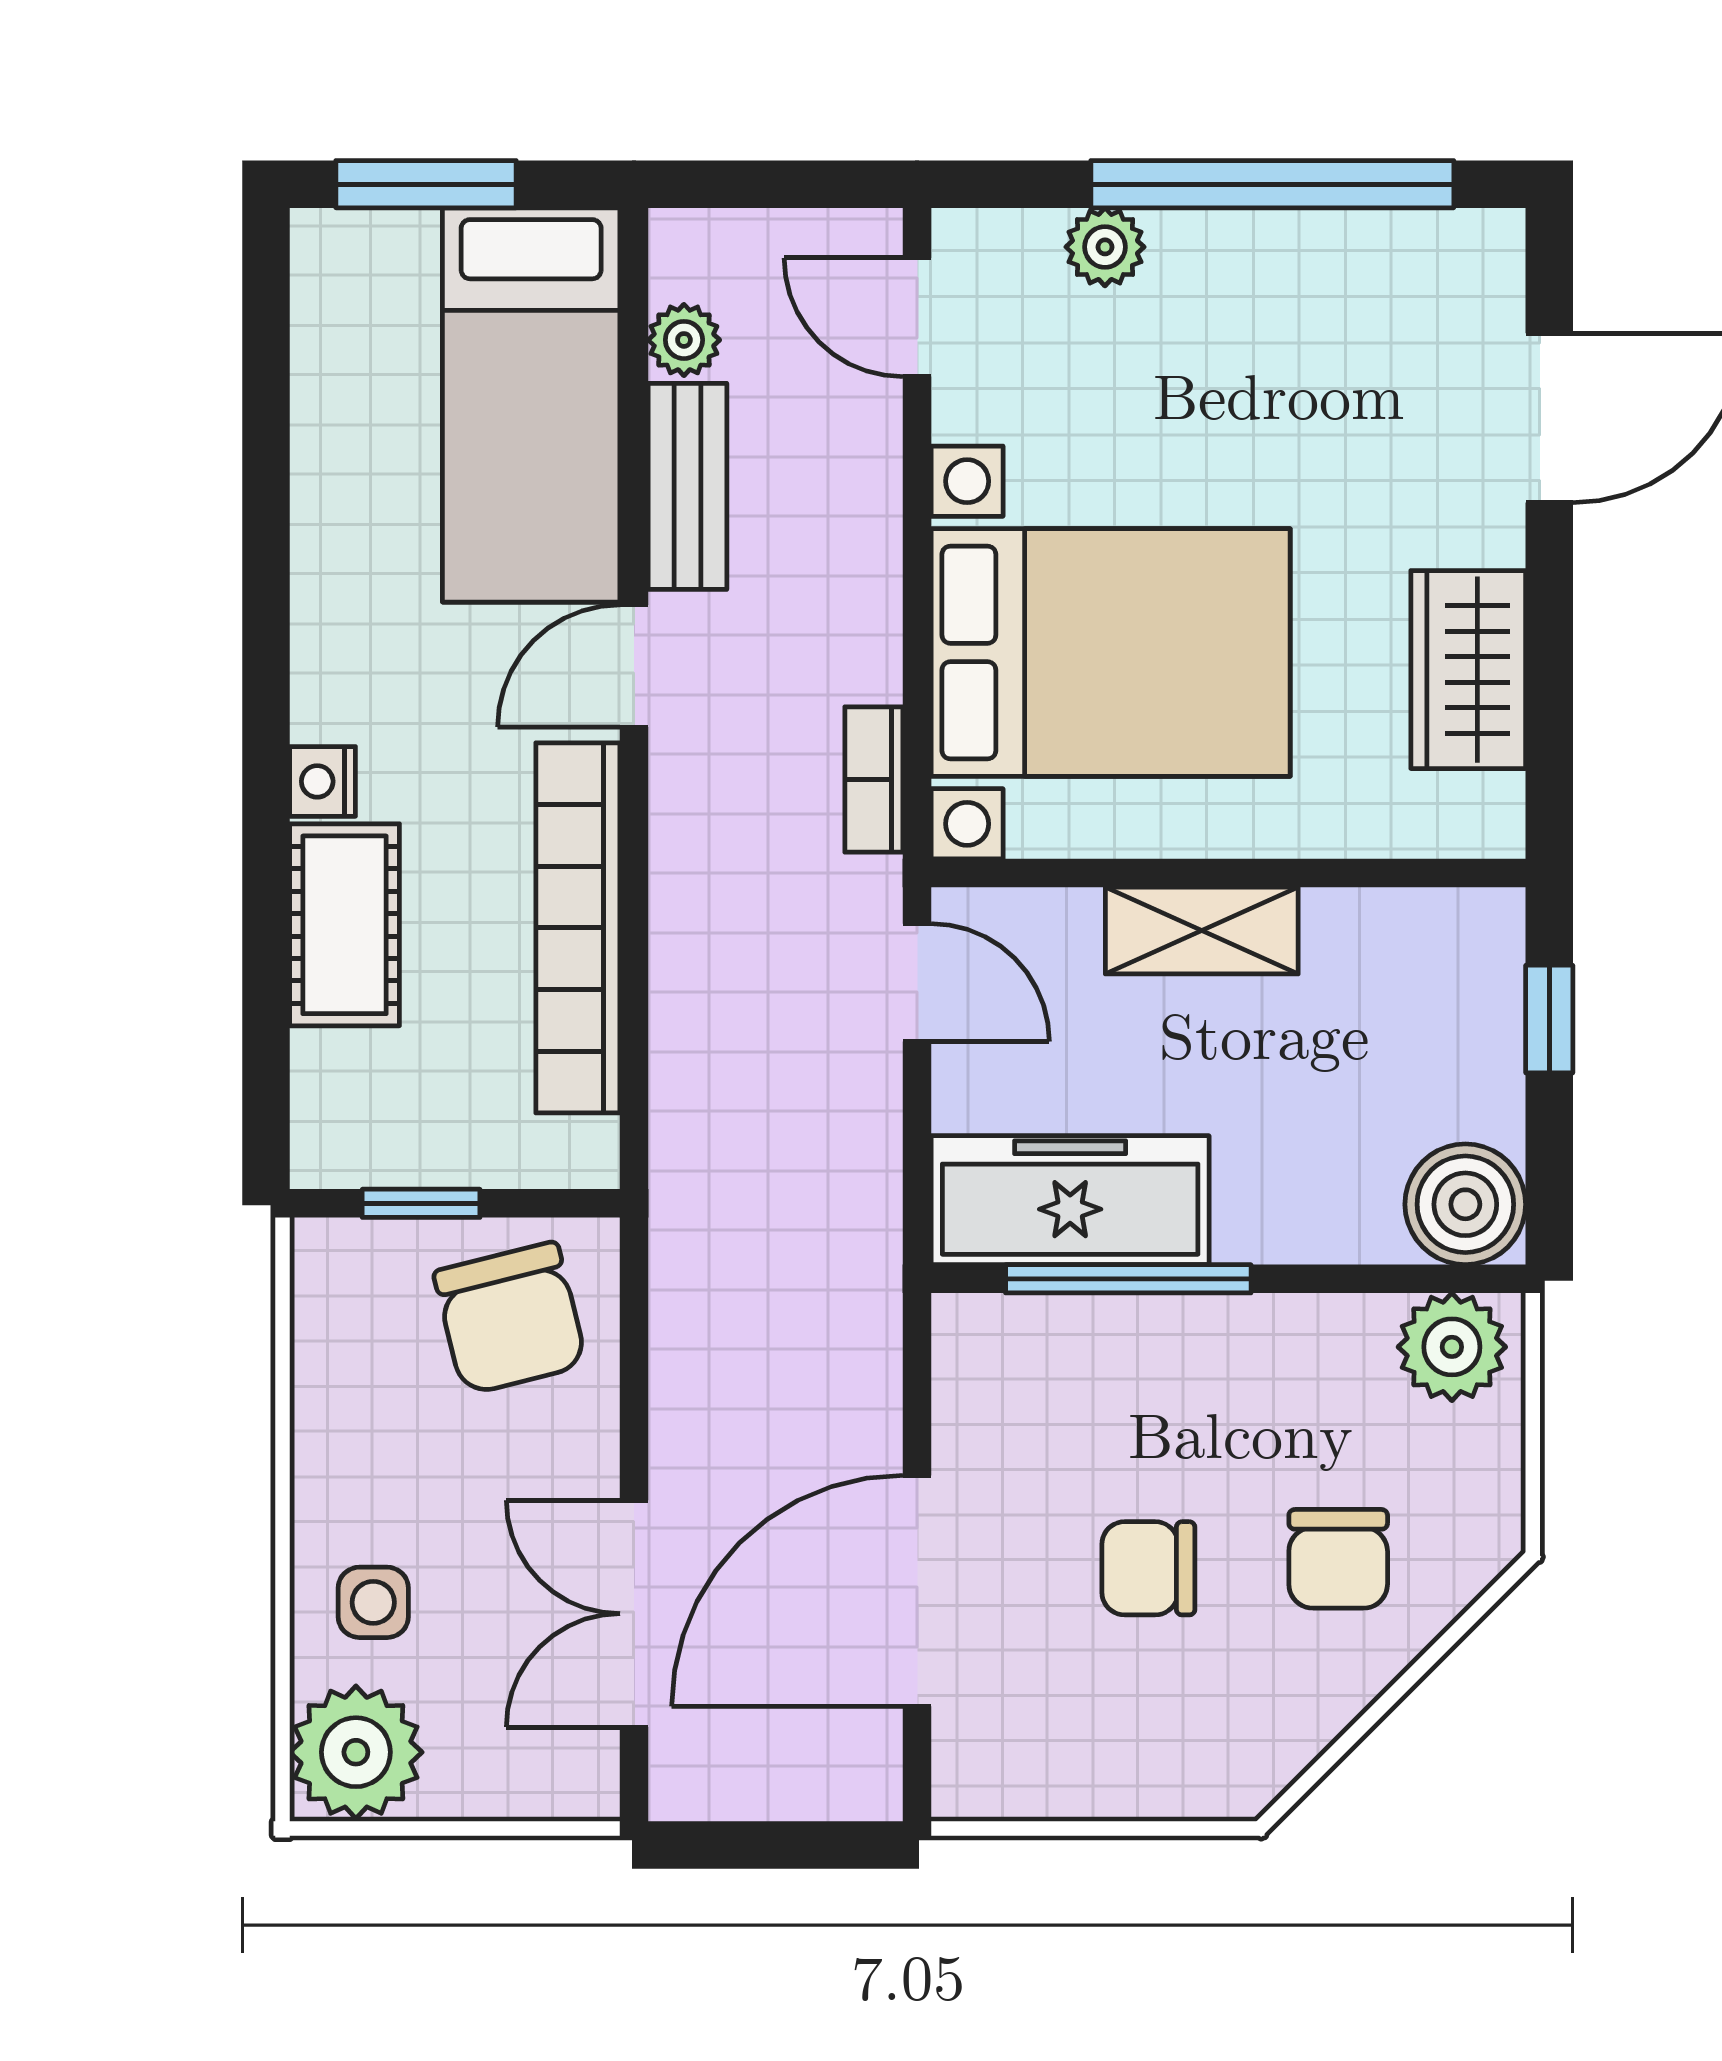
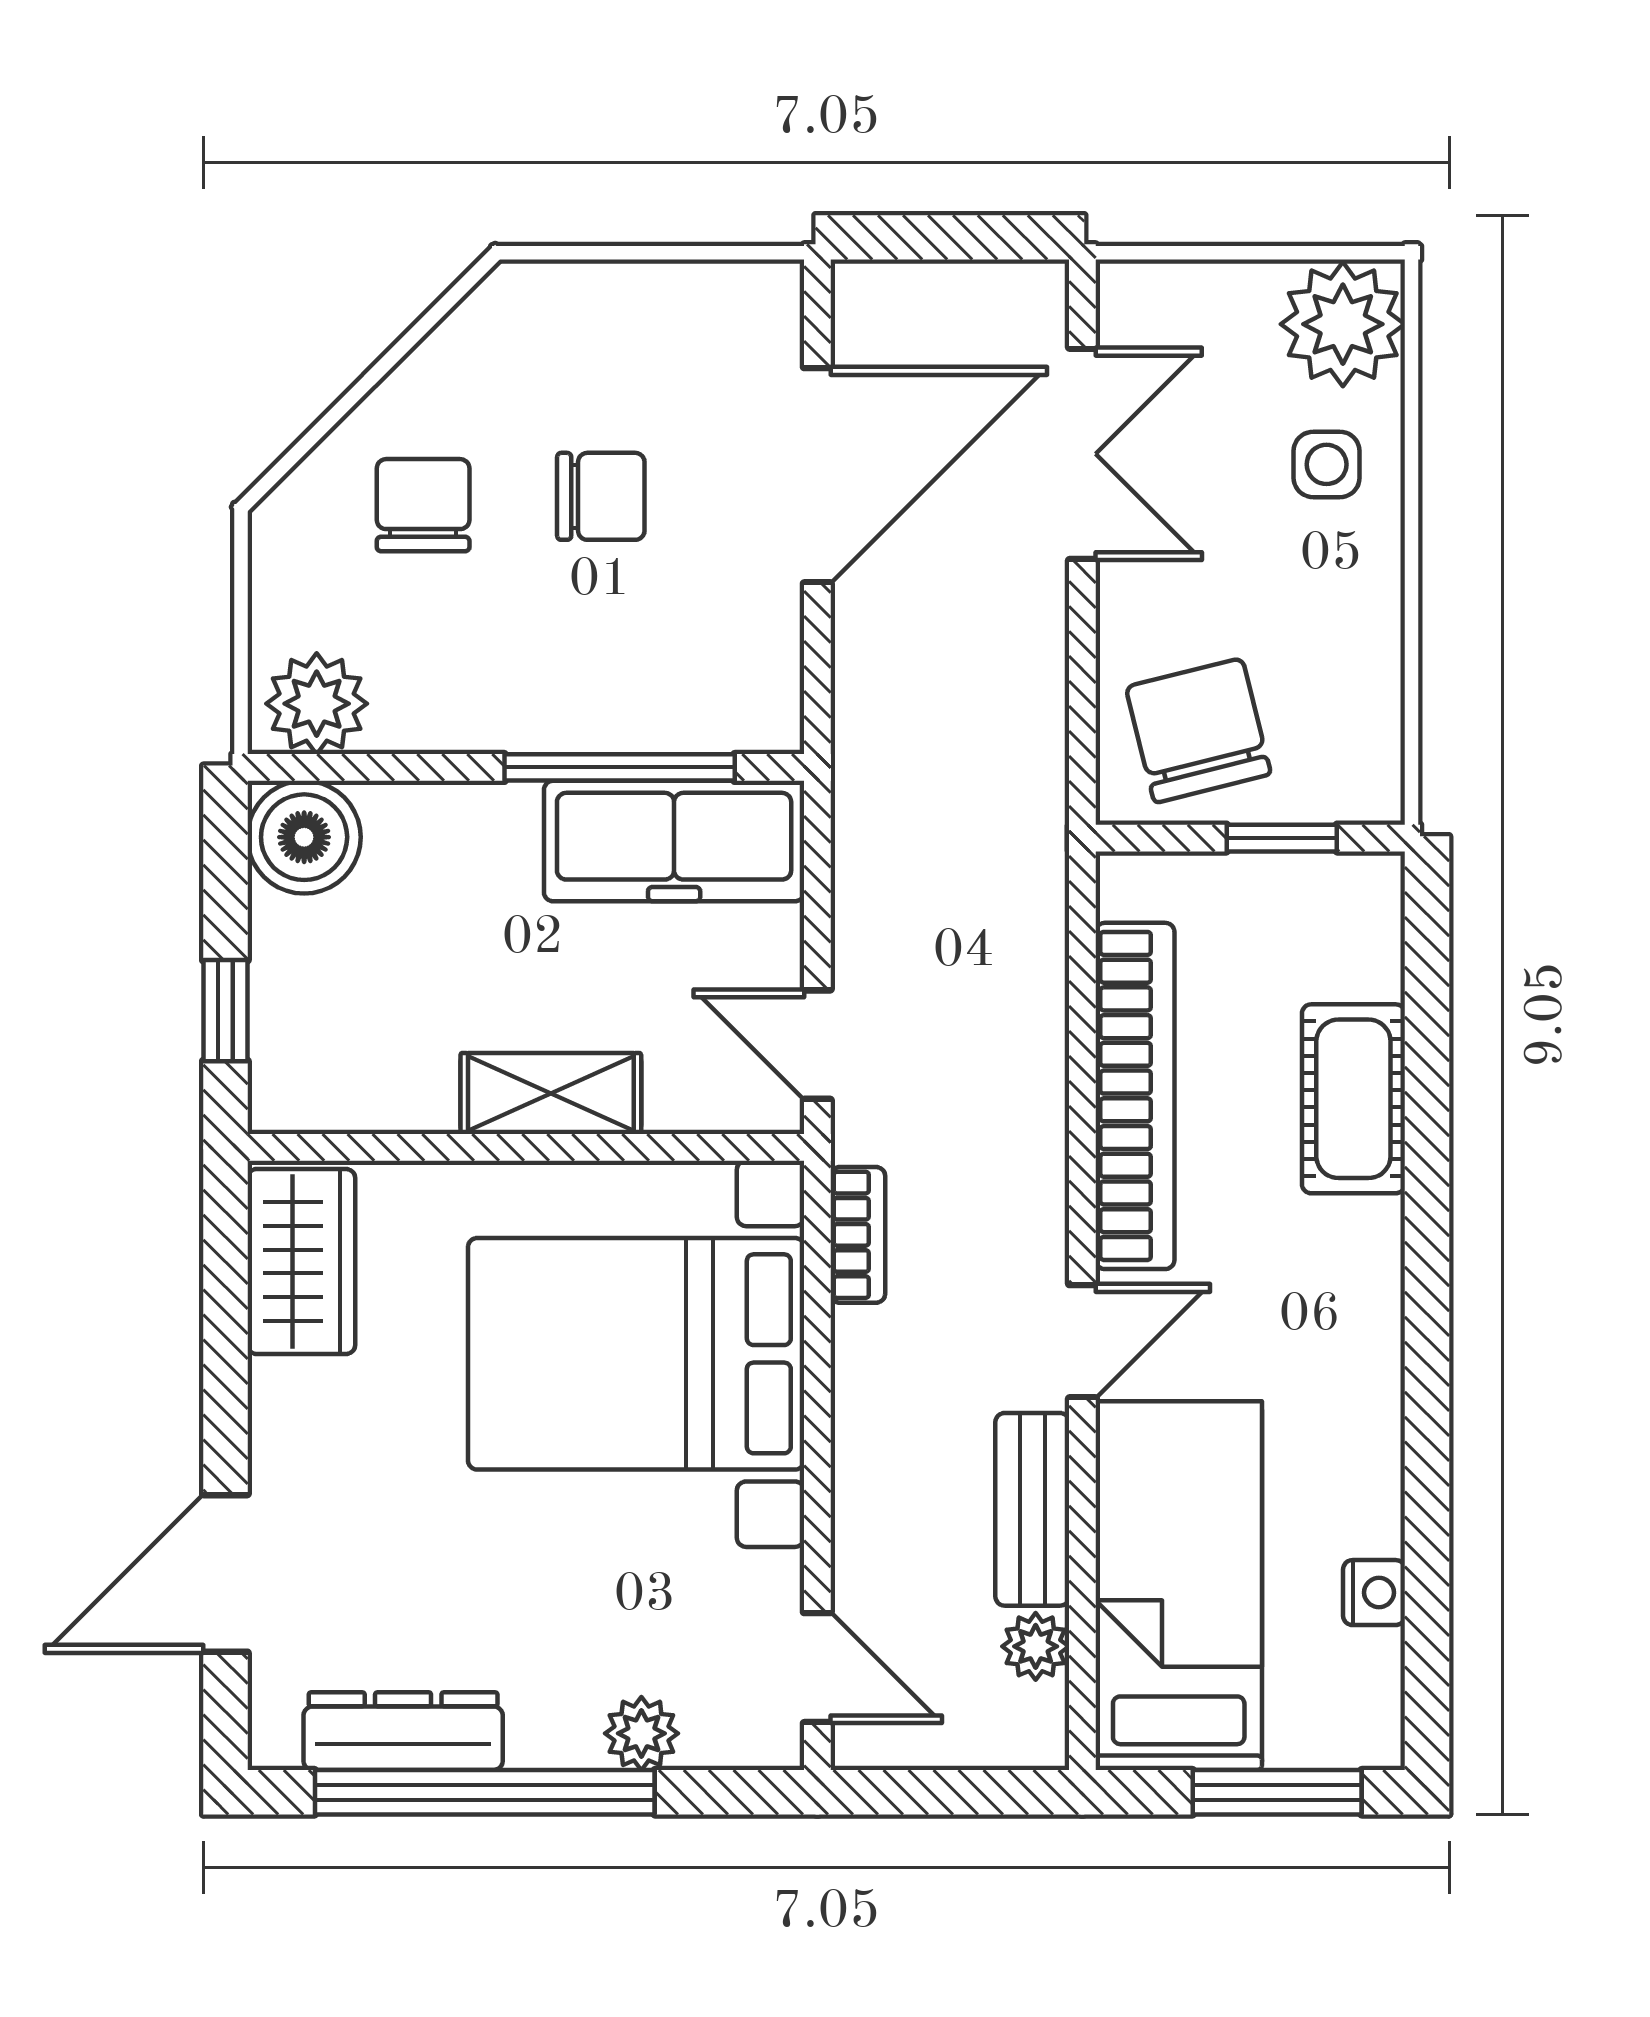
dresser: (1360, 249) -> (403, 1731), added
wardrobe: (1468, 670) -> (301, 1262), moved
nightstand: (322, 781) -> (1374, 1593), moved

